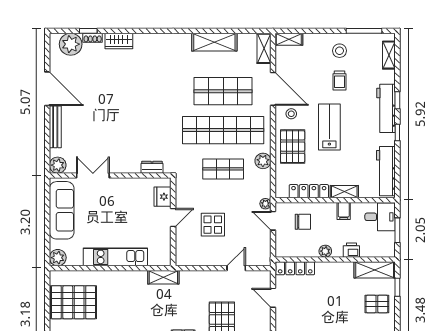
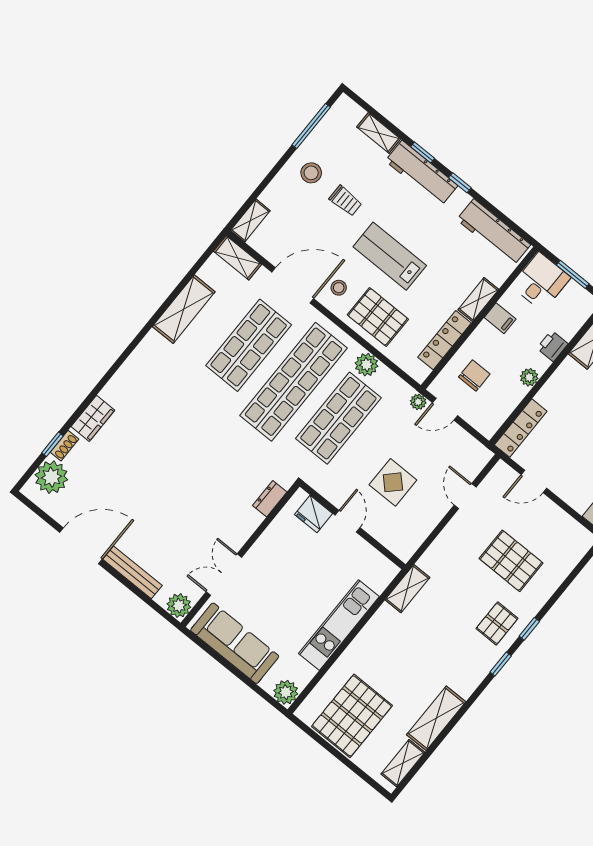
shelving: (389, 55) -> (379, 133), moved
shop shelf: (223, 169) -> (338, 418), width x1.43, depth x1.36

